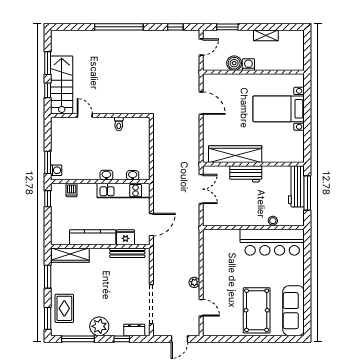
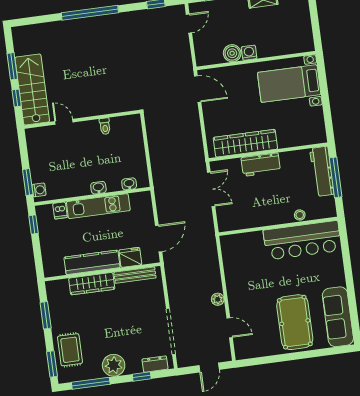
boiler: (234, 63) -> (232, 53), moved
washing machine: (248, 65) -> (249, 53), moved
wall: (253, 72) -> (256, 61), moved
kitchen unit: (123, 191) -> (98, 206), moved
wardrobe: (70, 255) -> (92, 284), moved

